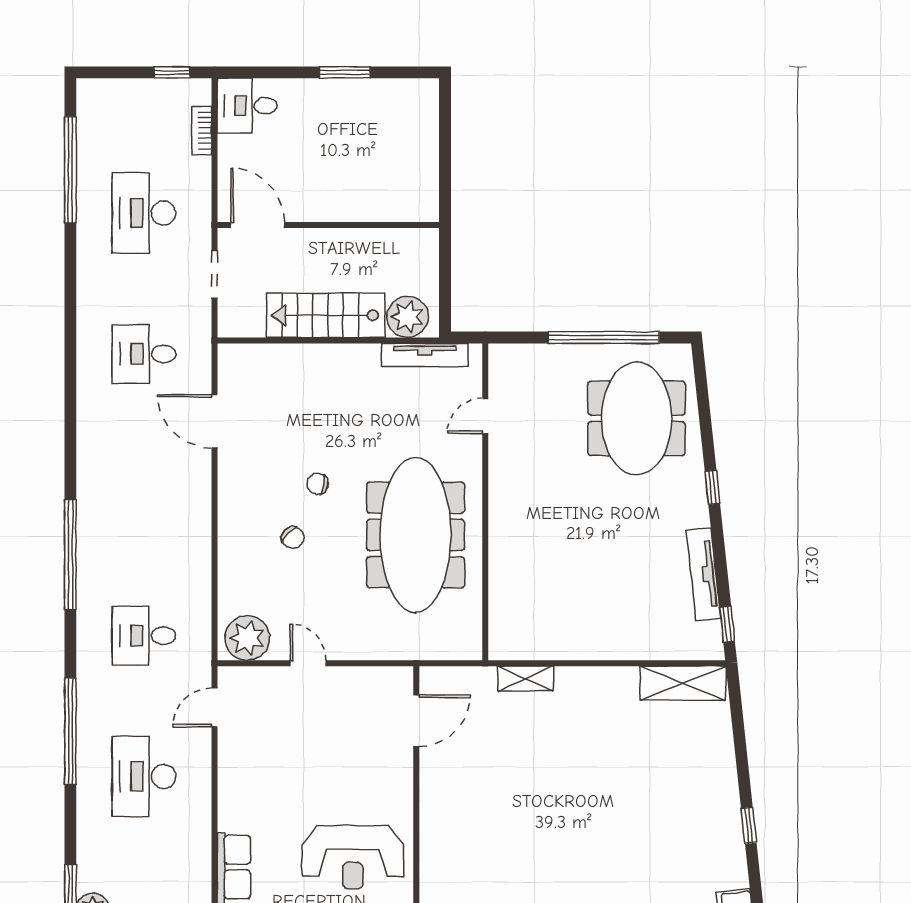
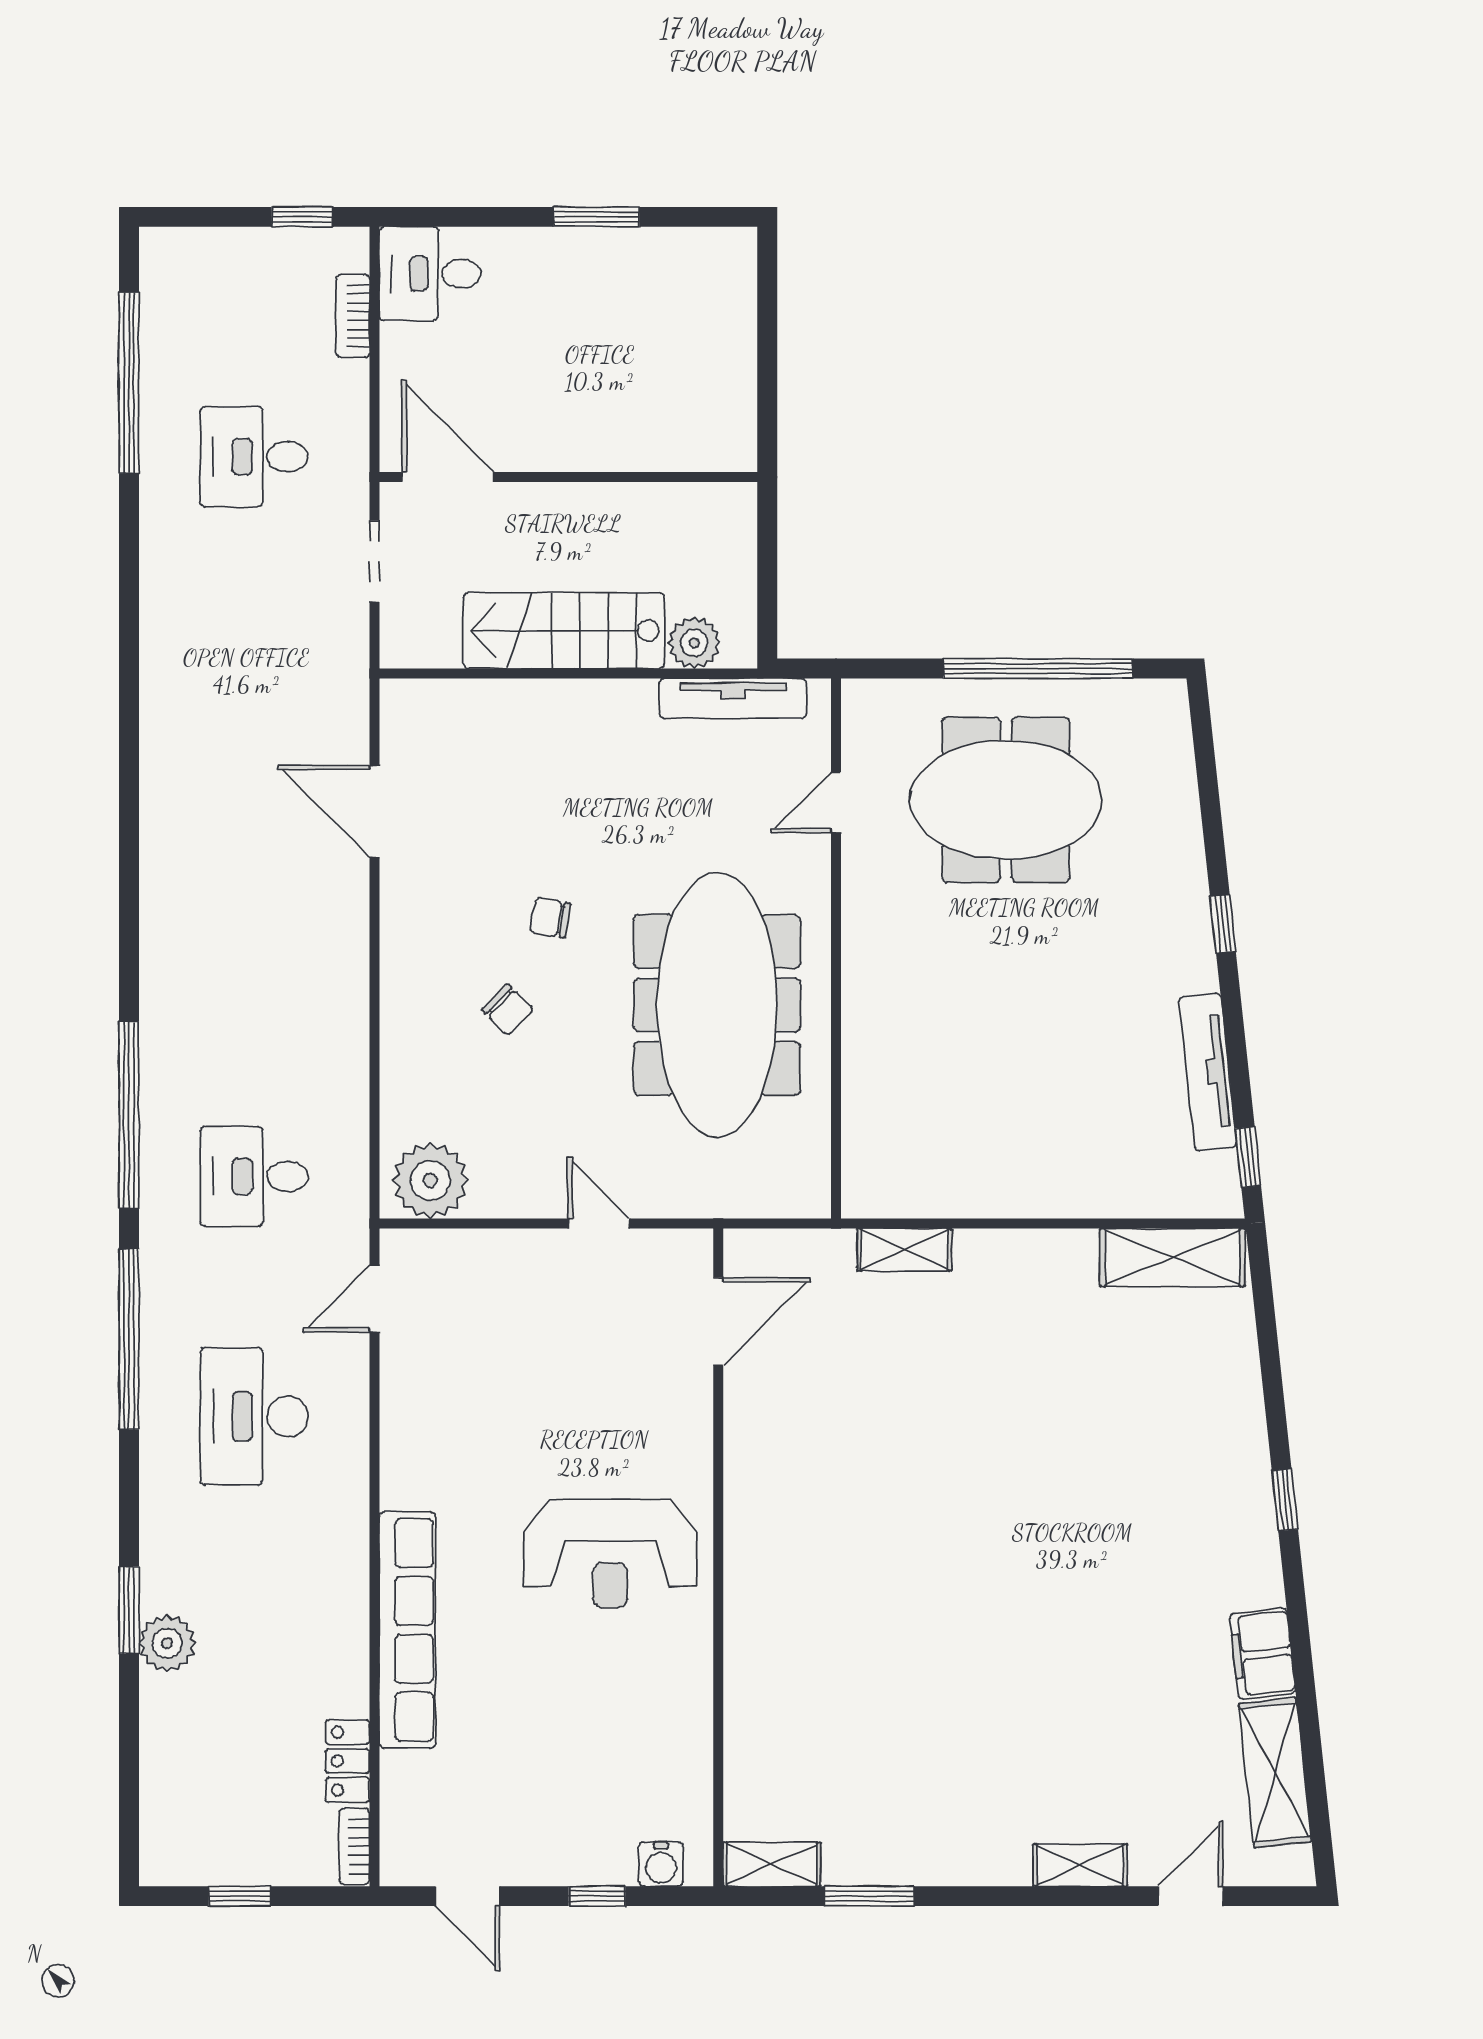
desk: (144, 213) -> (254, 457), width x0.73
plant: (408, 317) -> (694, 643), width x0.73, depth x0.73
desk: (144, 354) -> (254, 697), removed
meeting table: (637, 418) -> (1006, 800), moved, turned 90
window: (70, 555) -> (129, 1115), moved
door: (308, 663) -> (599, 1223), moved

